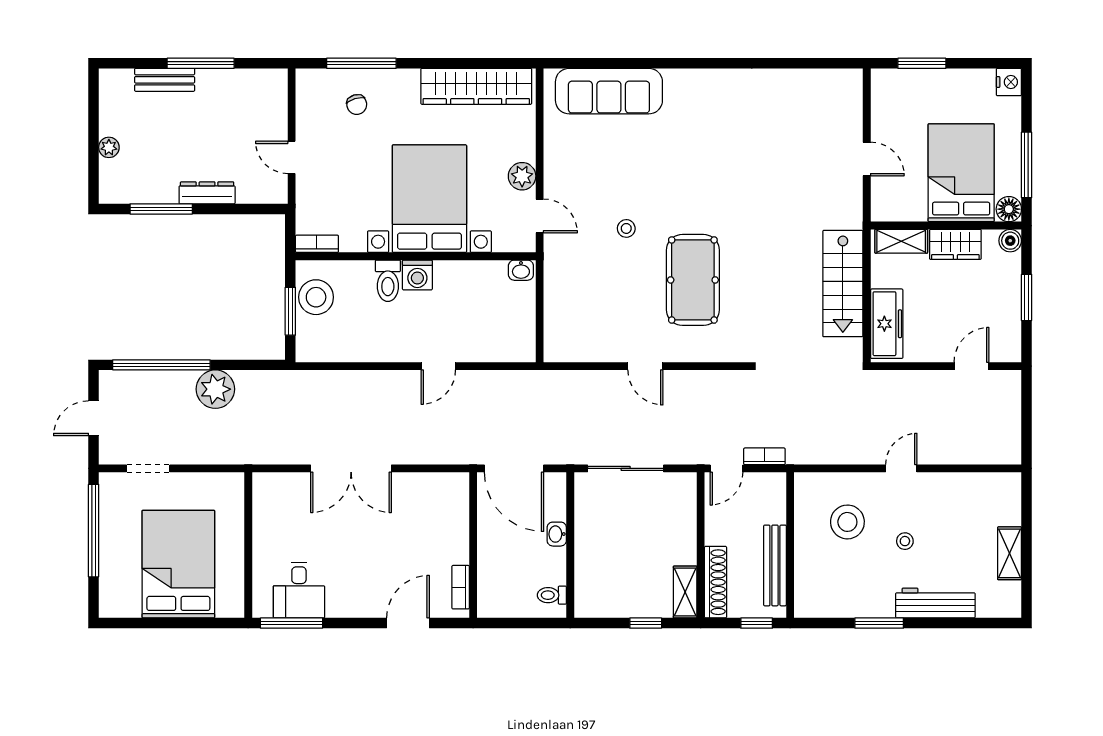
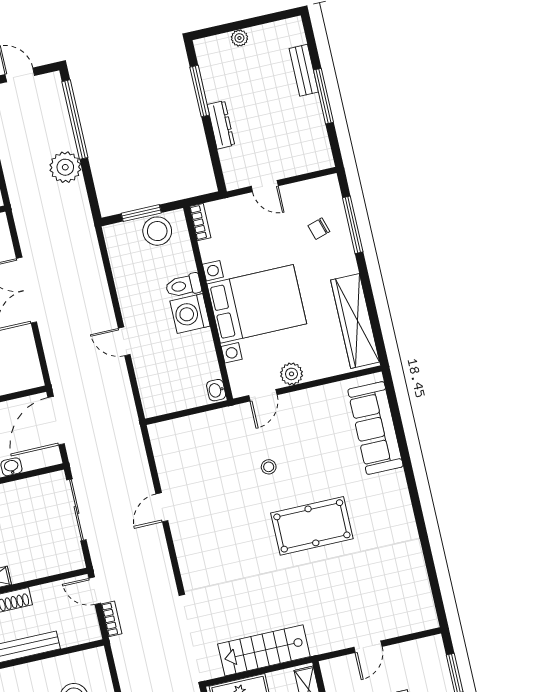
door: (292, 157) -> (265, 186), swing flipped
washing machine: (417, 275) -> (190, 314), width x1.37, depth x1.37
pool table: (693, 280) -> (312, 526), moved

